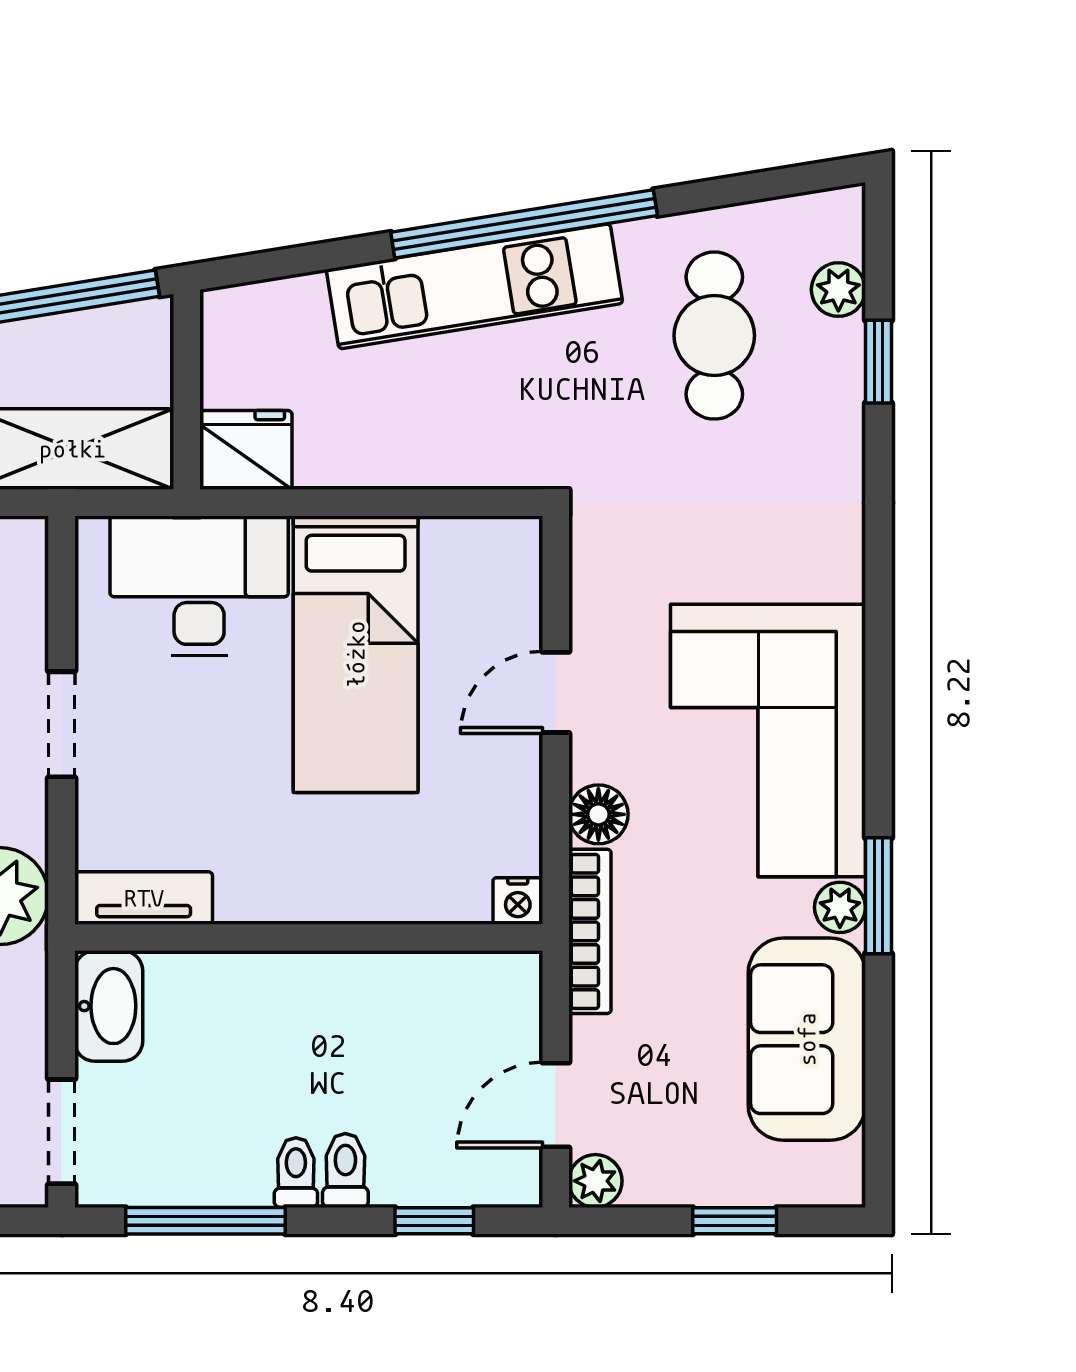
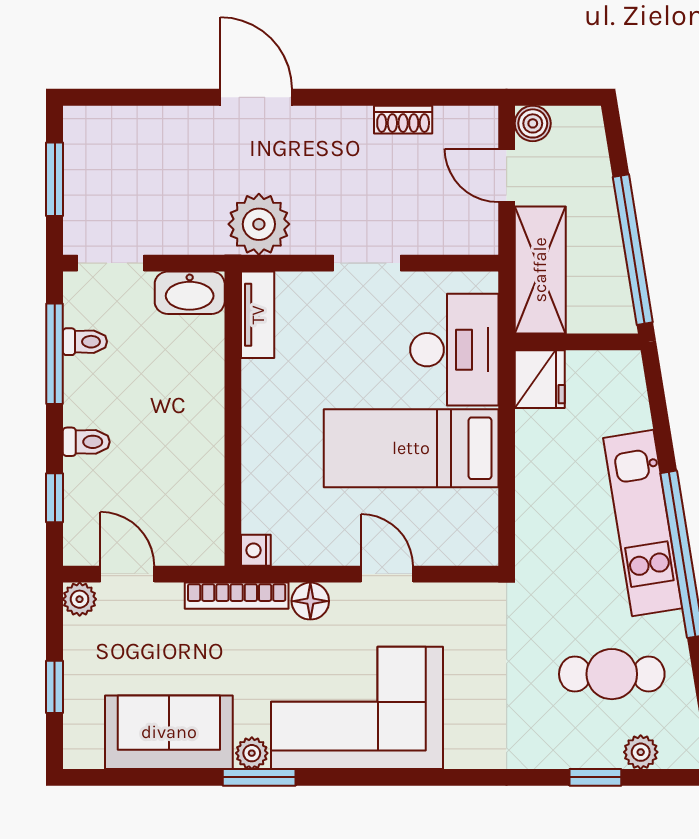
toilet: (296, 1173) -> (85, 342), moved

